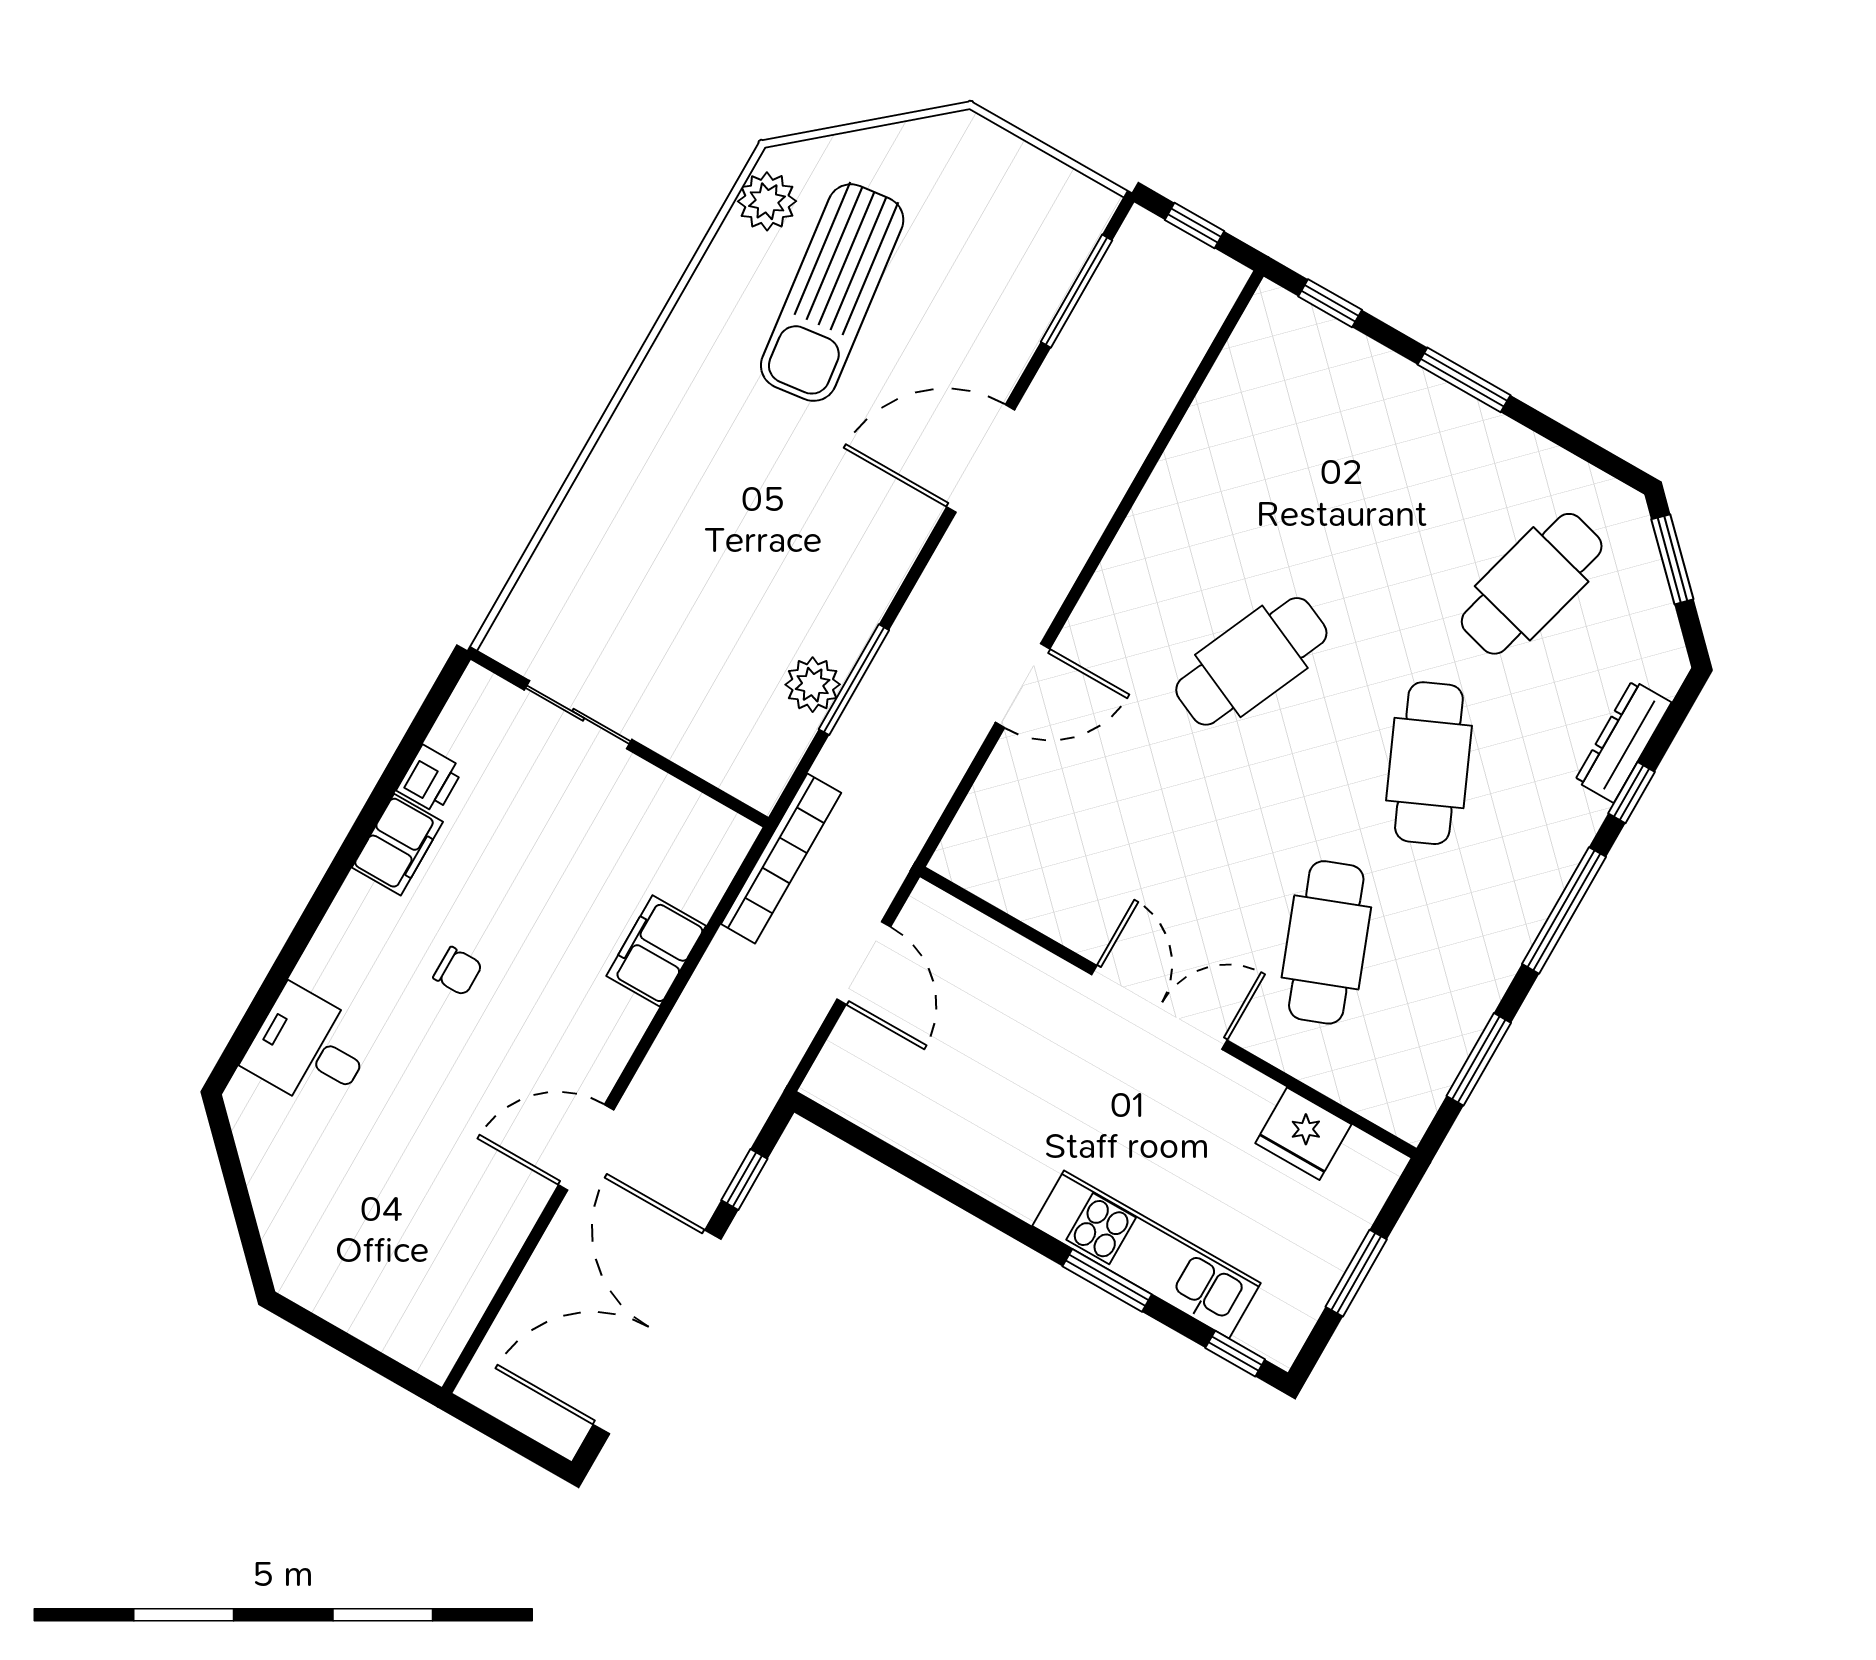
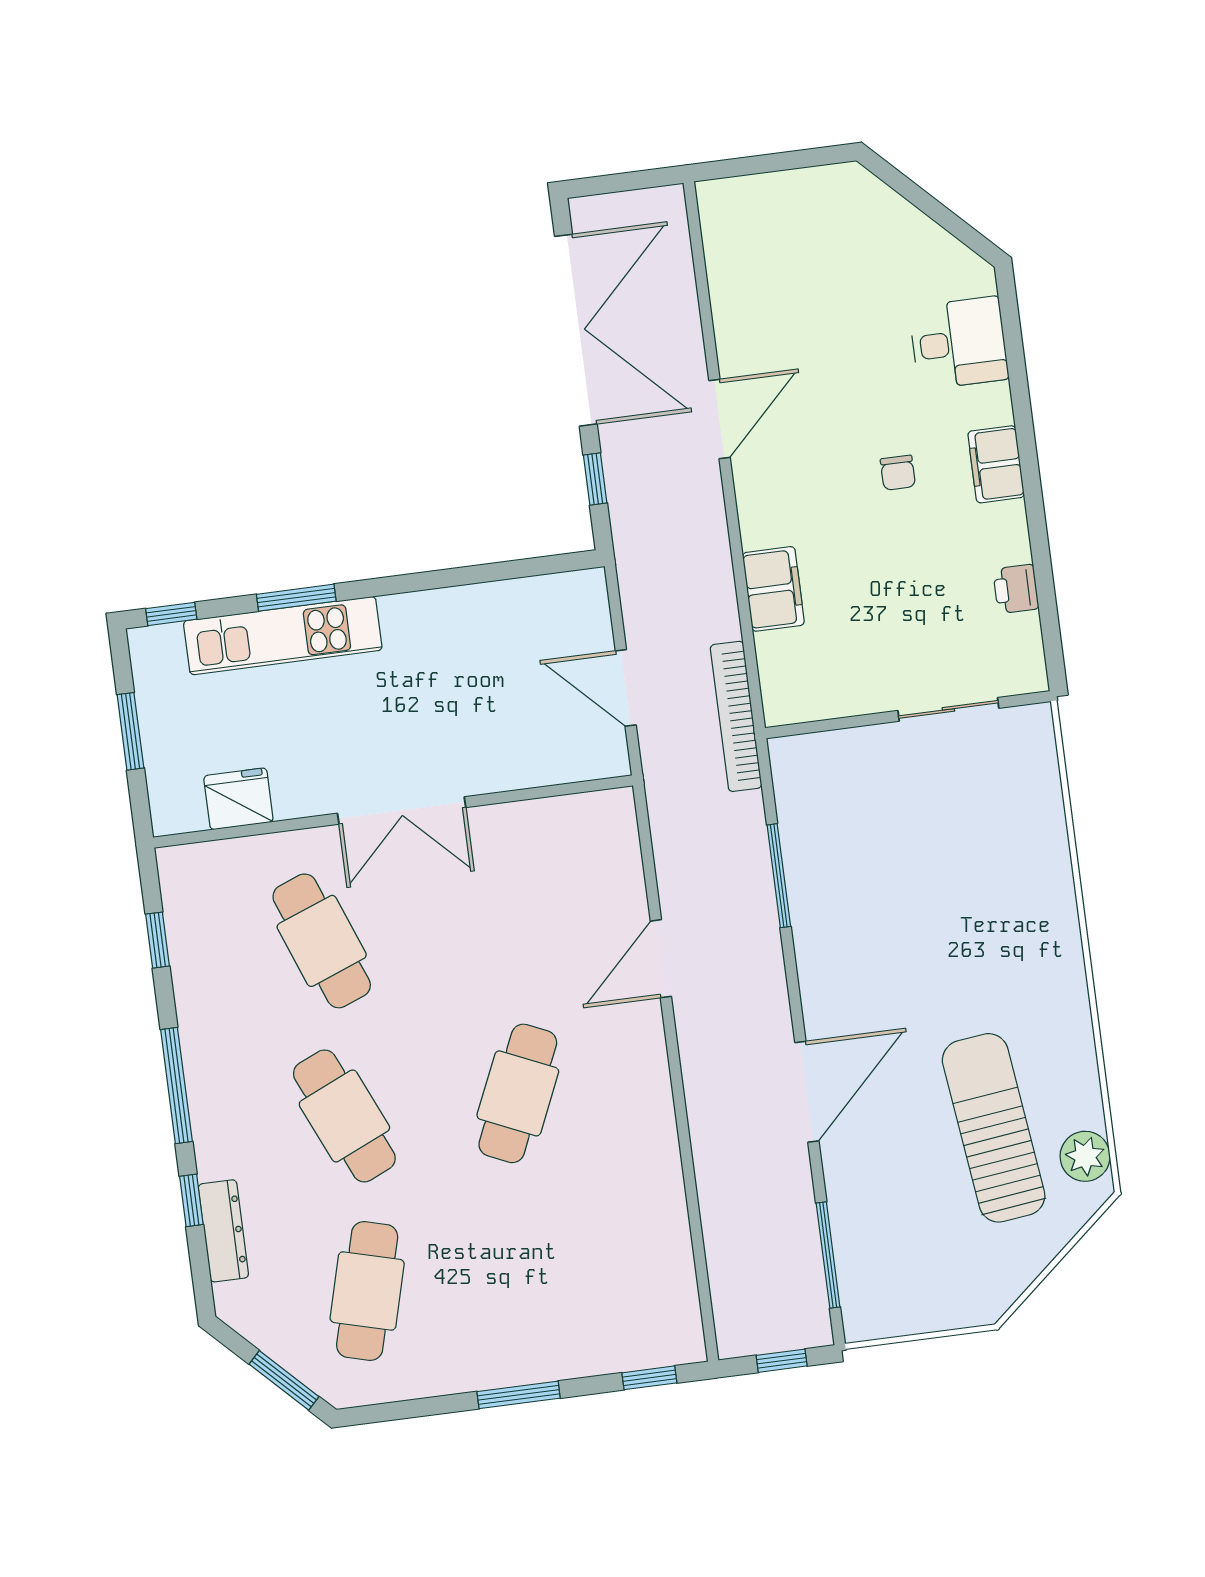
plant: (813, 685) -> (804, 851), removed
filing cabinet: (397, 845) -> (996, 464), moved
chair: (458, 971) -> (898, 473), turned -90
window: (1479, 1059) -> (158, 940), width x0.67

